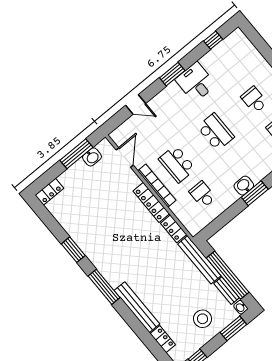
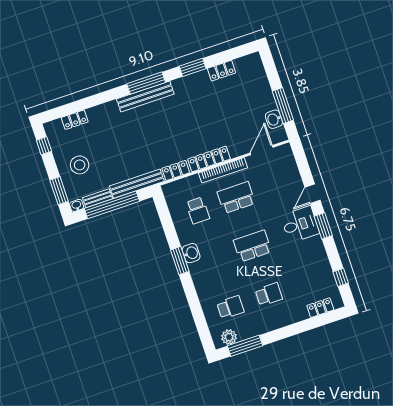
locker: (248, 48) -> (320, 308), added
desk: (196, 82) -> (300, 224), moved
door: (136, 104) -> (313, 194), moved
school desk: (216, 132) -> (252, 246), turned 180
door: (125, 157) -> (262, 150), swing flipped
locker: (49, 192) -> (221, 71), moved, turned -90
school desk: (202, 195) -> (198, 211), turned 90
bench: (137, 307) -> (145, 96), moved

